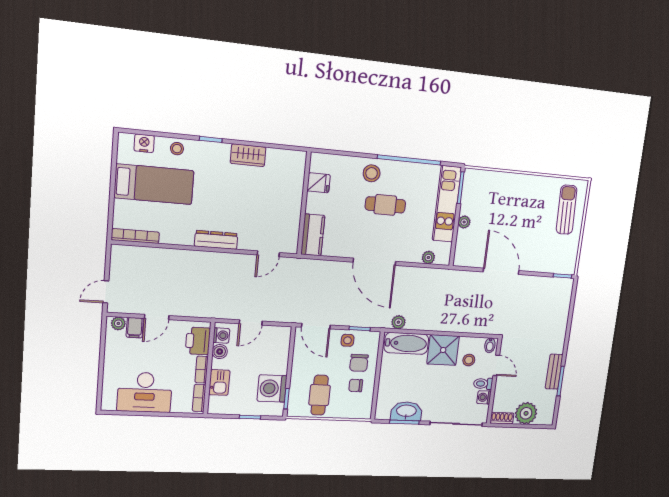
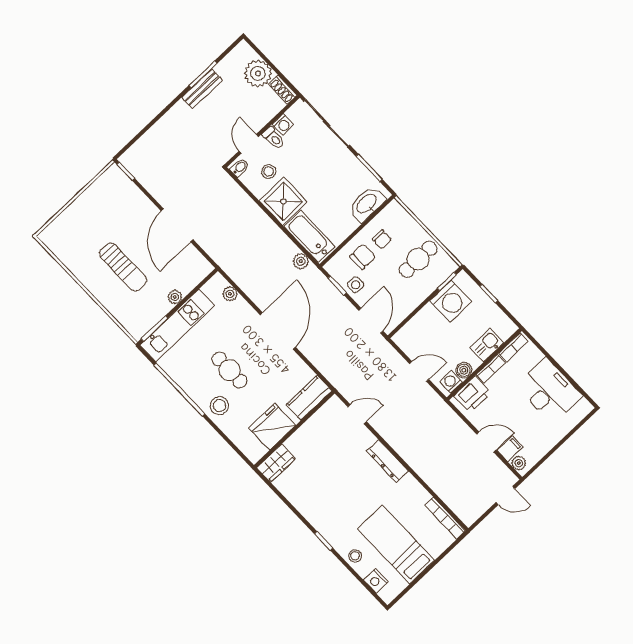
wardrobe: (248, 155) -> (276, 463), moved, turned 90
fridge: (319, 183) -> (272, 427), width x1.88, depth x1.34
sun lounger: (567, 210) -> (123, 267), moved, turned -88
washbasin: (406, 411) -> (367, 204), moved, turned 90

